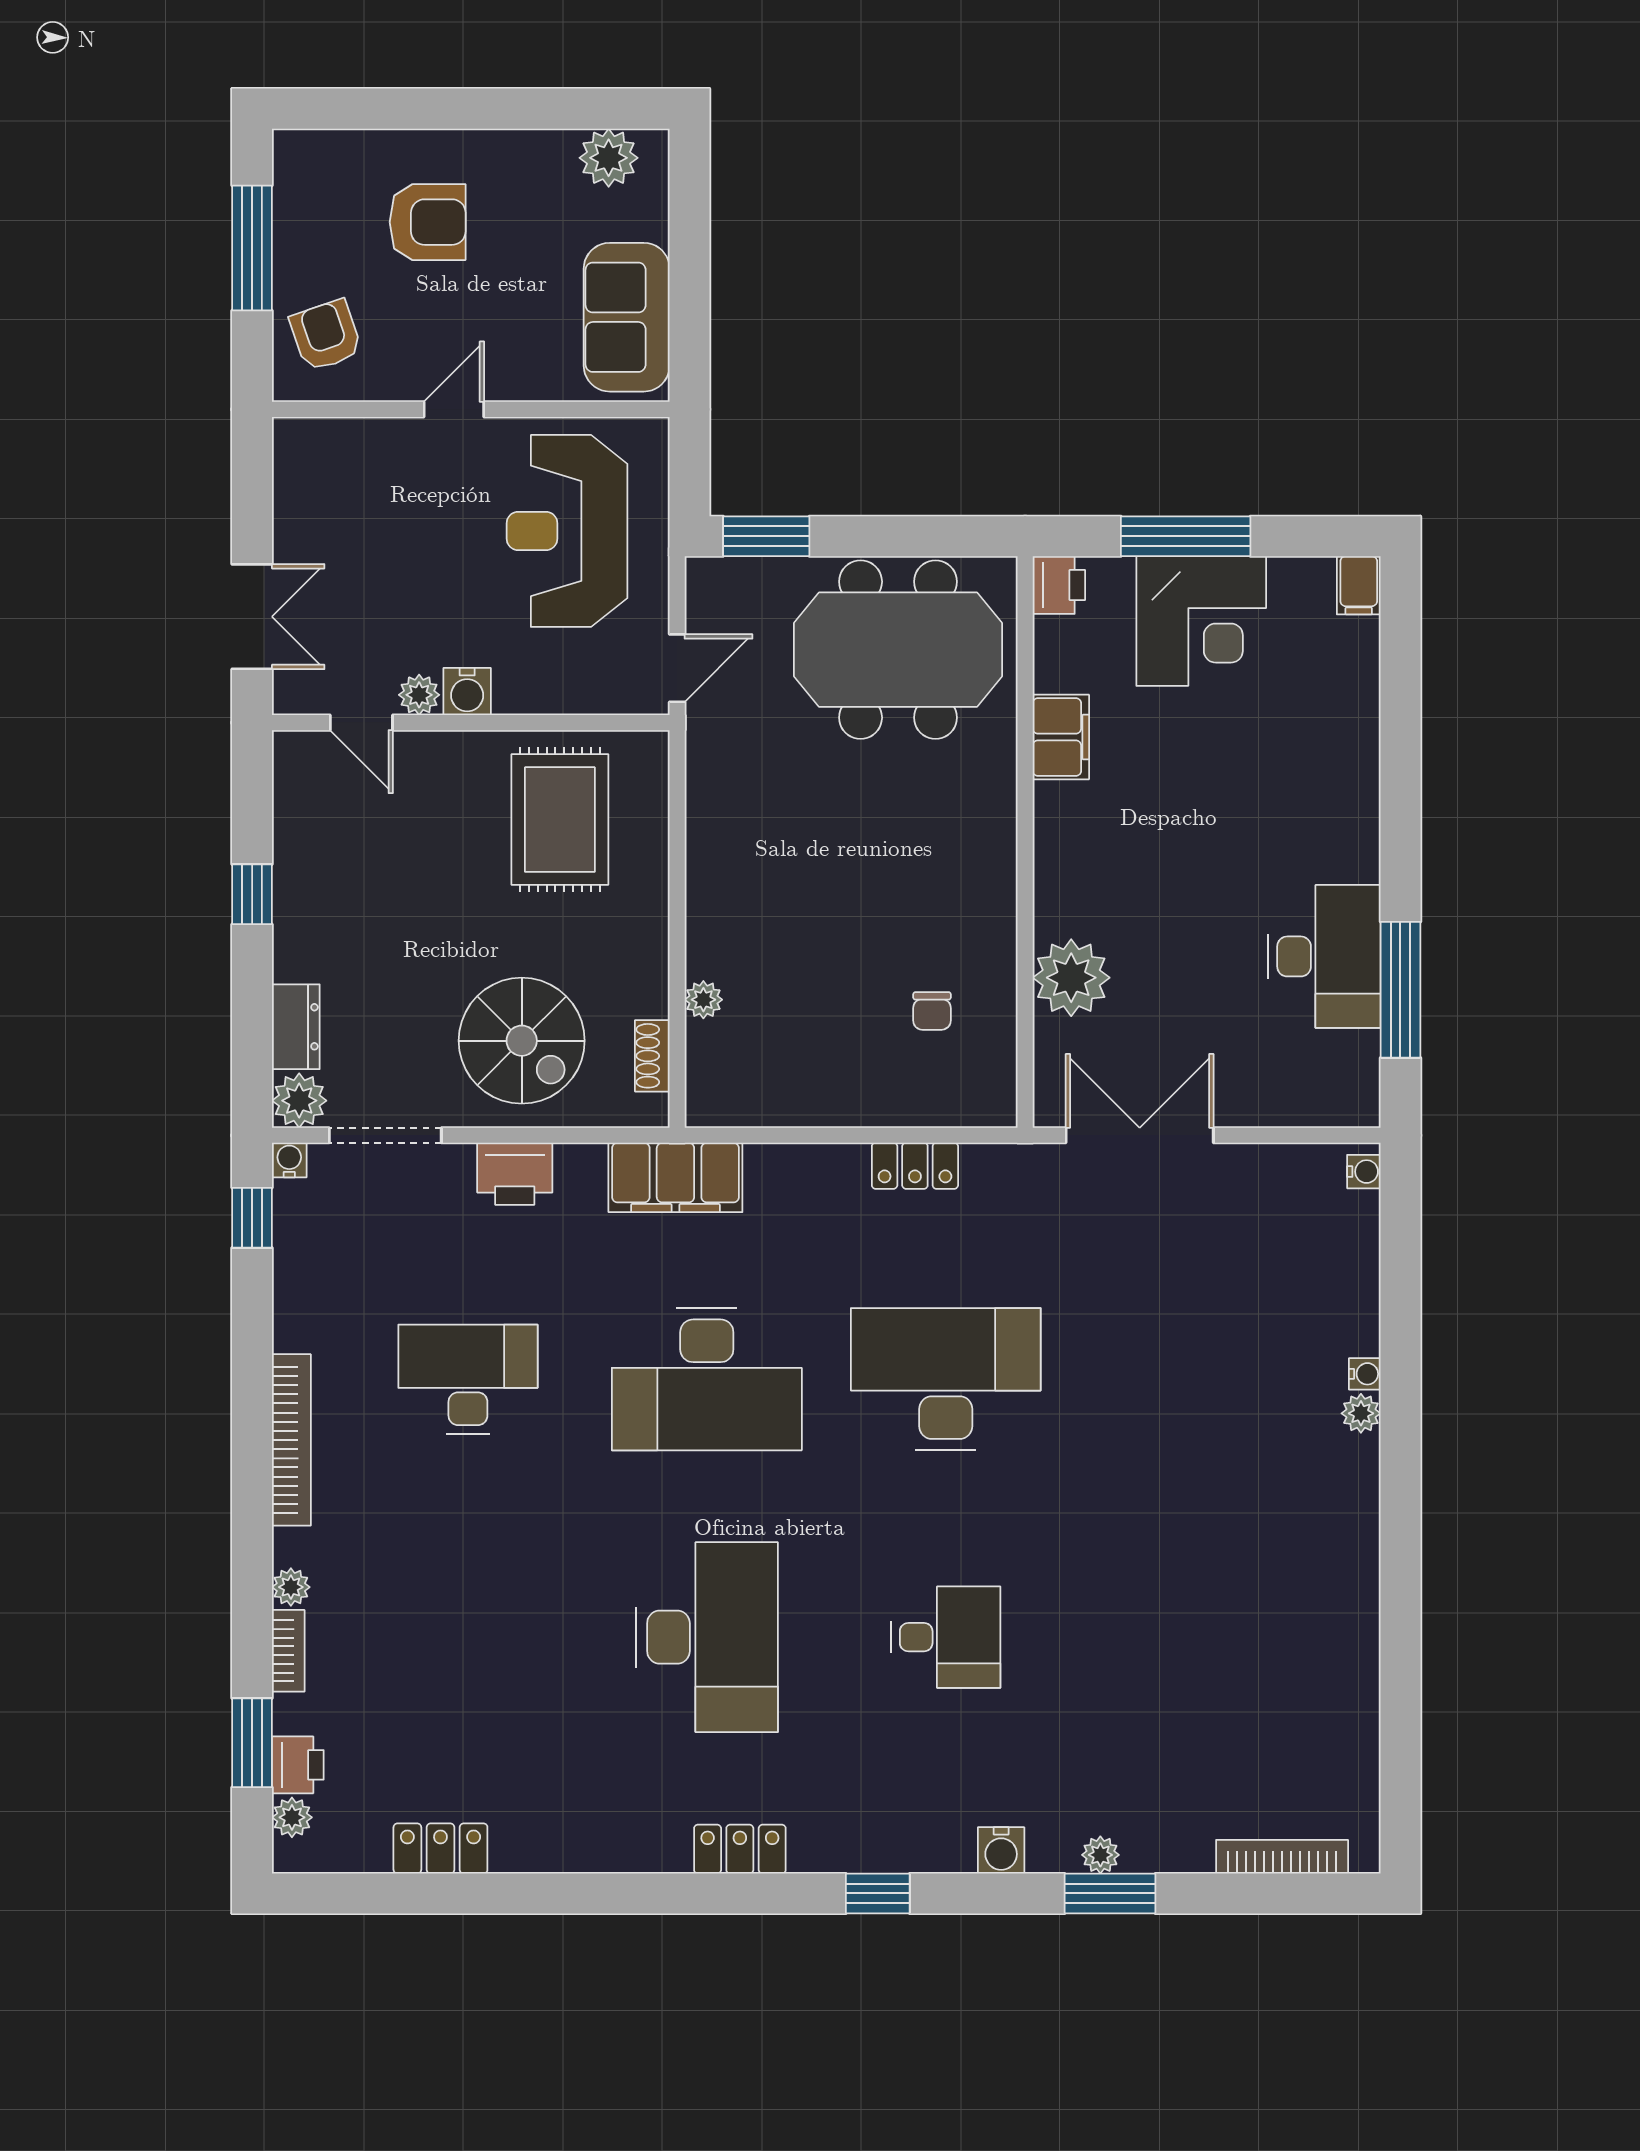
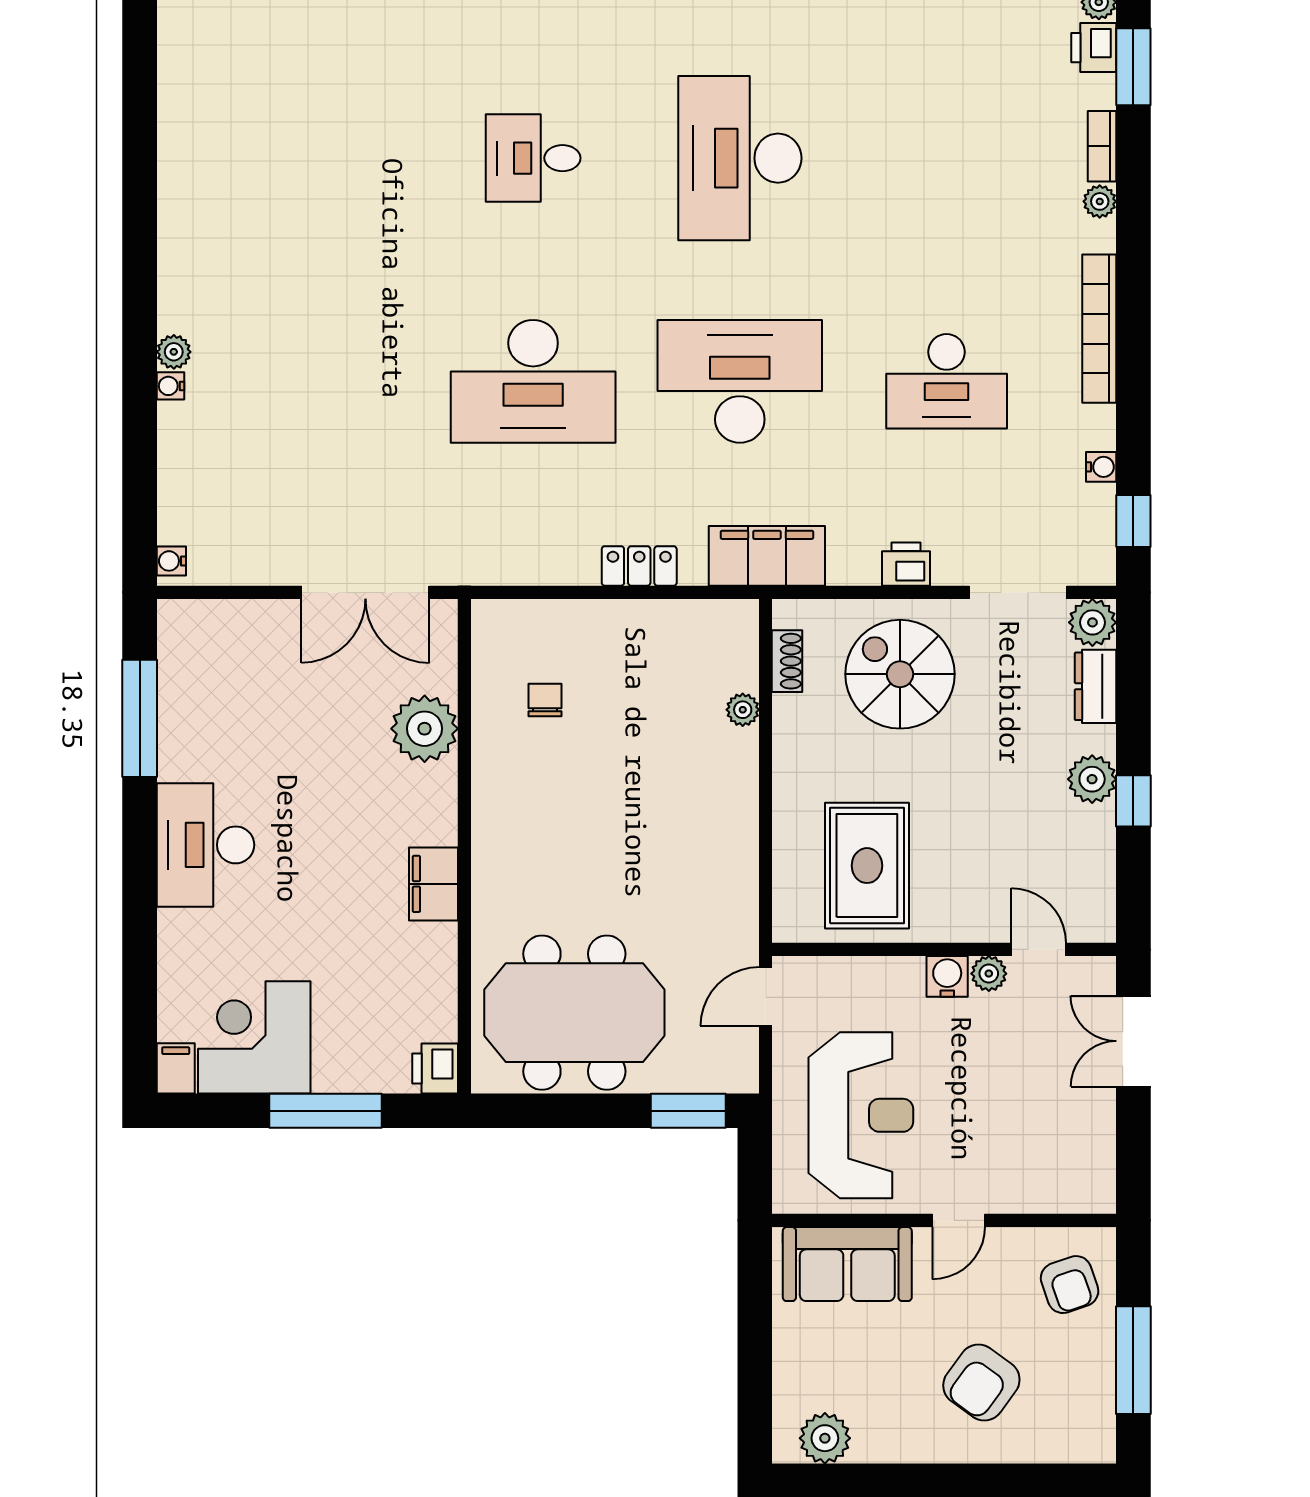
armchair: (428, 222) -> (981, 1383), turned -54
sofa: (627, 317) -> (847, 1264), moved, turned 90
corner desk: (1201, 621) -> (254, 1037), moved
filing cabinet: (1061, 737) -> (433, 884), moved
plant: (300, 919) -> (1092, 779), added
desk: (1324, 956) -> (205, 845), moved
water cooler: (289, 1160) -> (1101, 467), moved, turned -90
locker: (915, 1166) -> (639, 566), moved
printer: (515, 1174) -> (906, 564), width x0.73, depth x0.81

